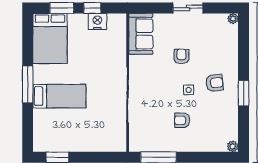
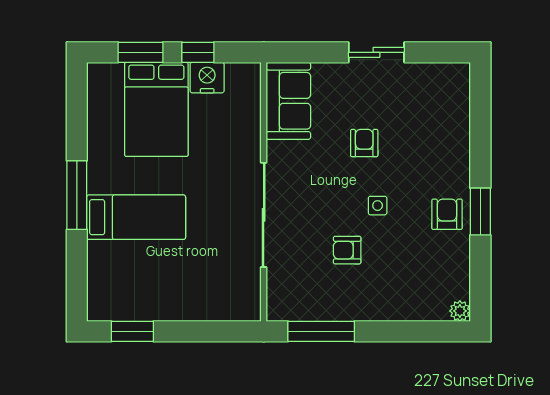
plant: (233, 19) -> (461, 72), removed
bed: (50, 38) -> (156, 109), moved
armchair: (214, 83) -> (447, 214), moved, turned -83
armchair: (182, 120) -> (347, 250), moved

